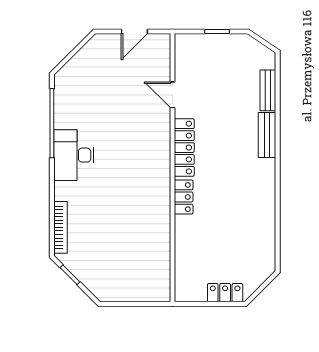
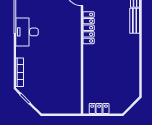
locker: (184, 197) -> (88, 55), removed
locker: (225, 293) -> (99, 109), moved

